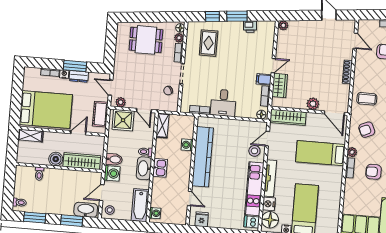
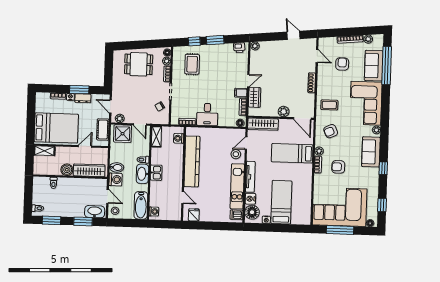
printer: (250, 27) -> (239, 48), moved
washing machine: (187, 145) -> (179, 138), moved
door: (102, 193) -> (108, 196), swing flipped

